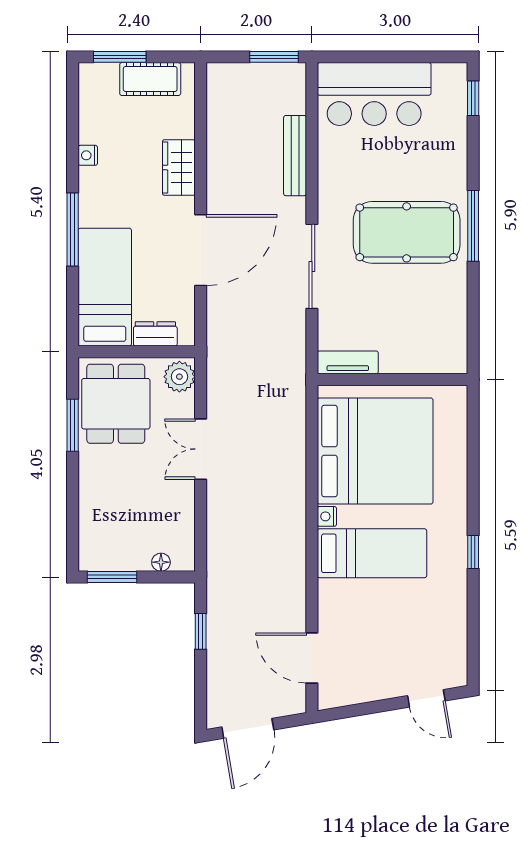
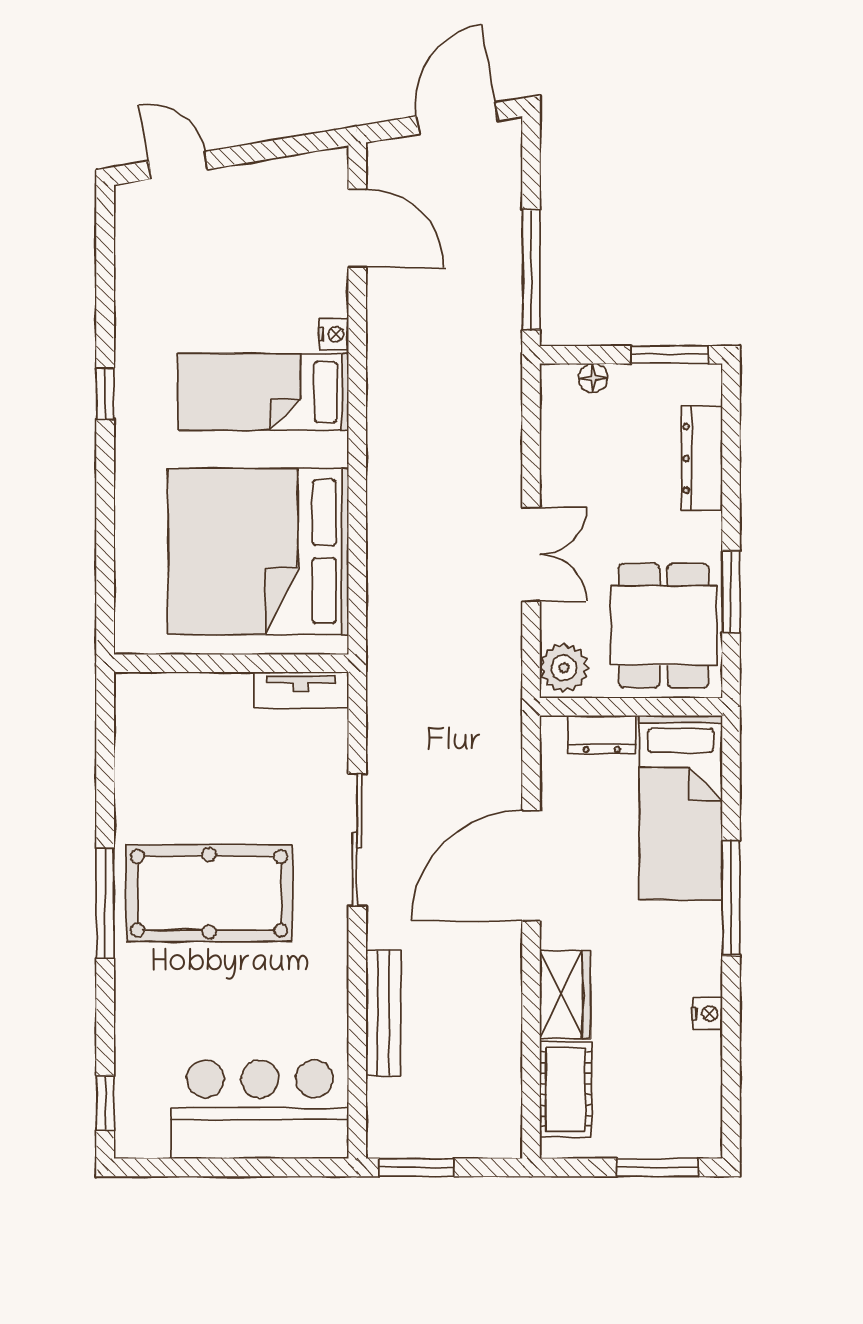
cot: (150, 79) -> (566, 1089), moved, turned 90
dresser: (91, 511) -> (702, 458), added
nightstand: (327, 516) -> (334, 334), moved
window: (201, 631) -> (531, 270), width x2.17

